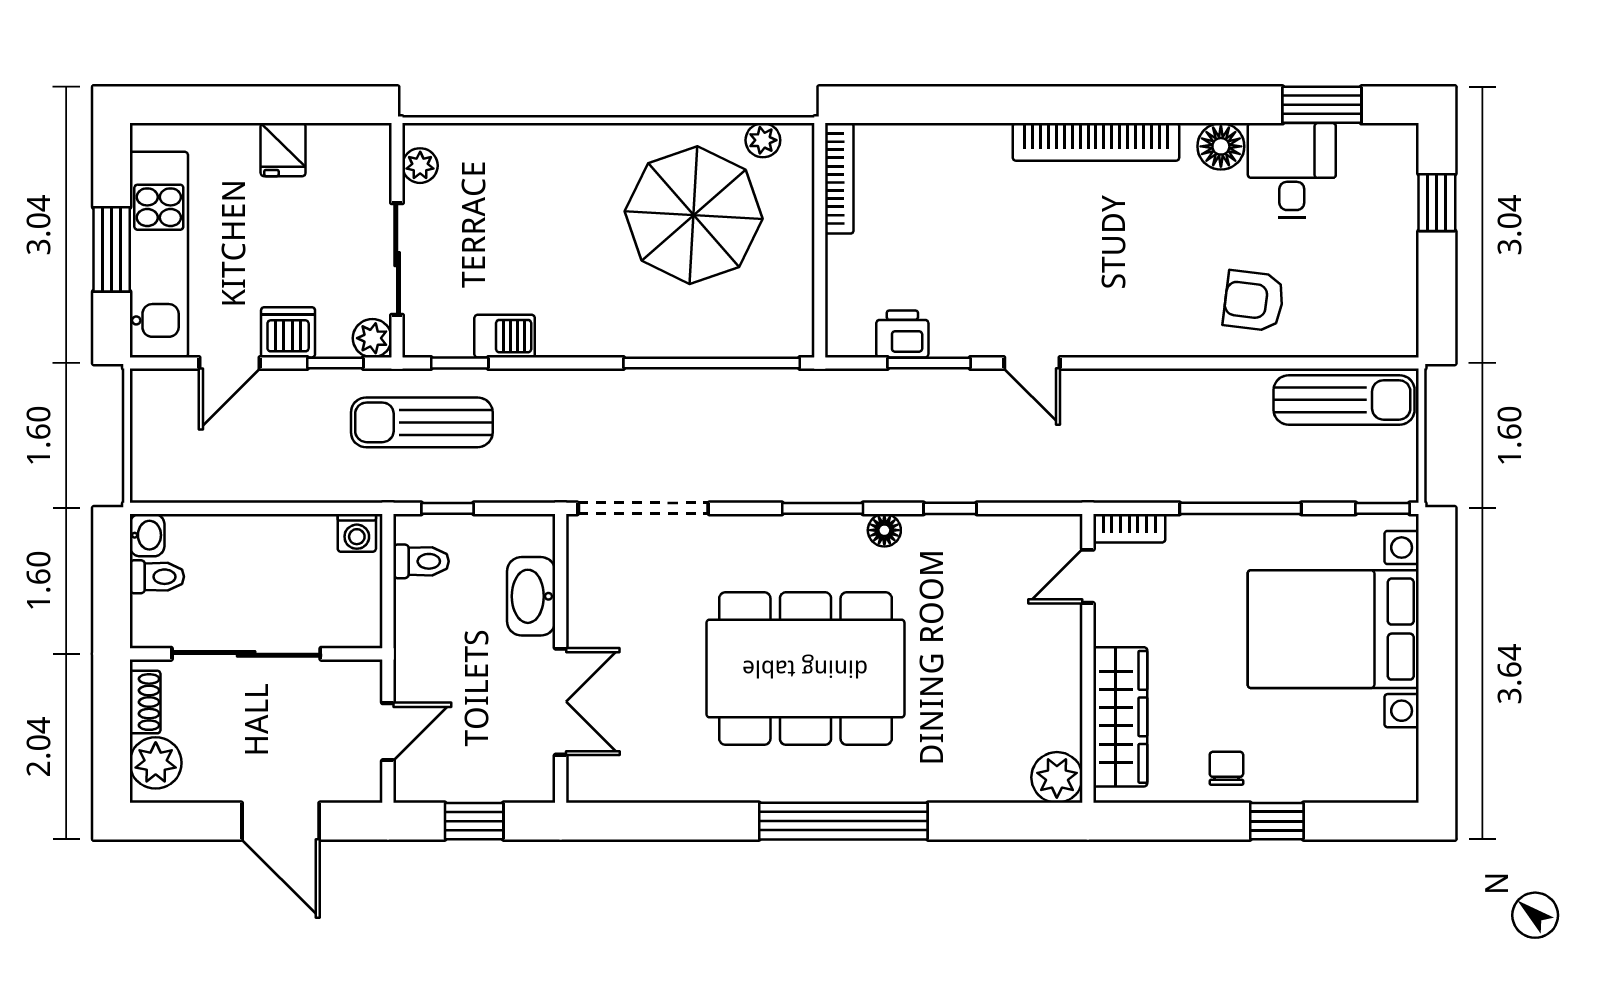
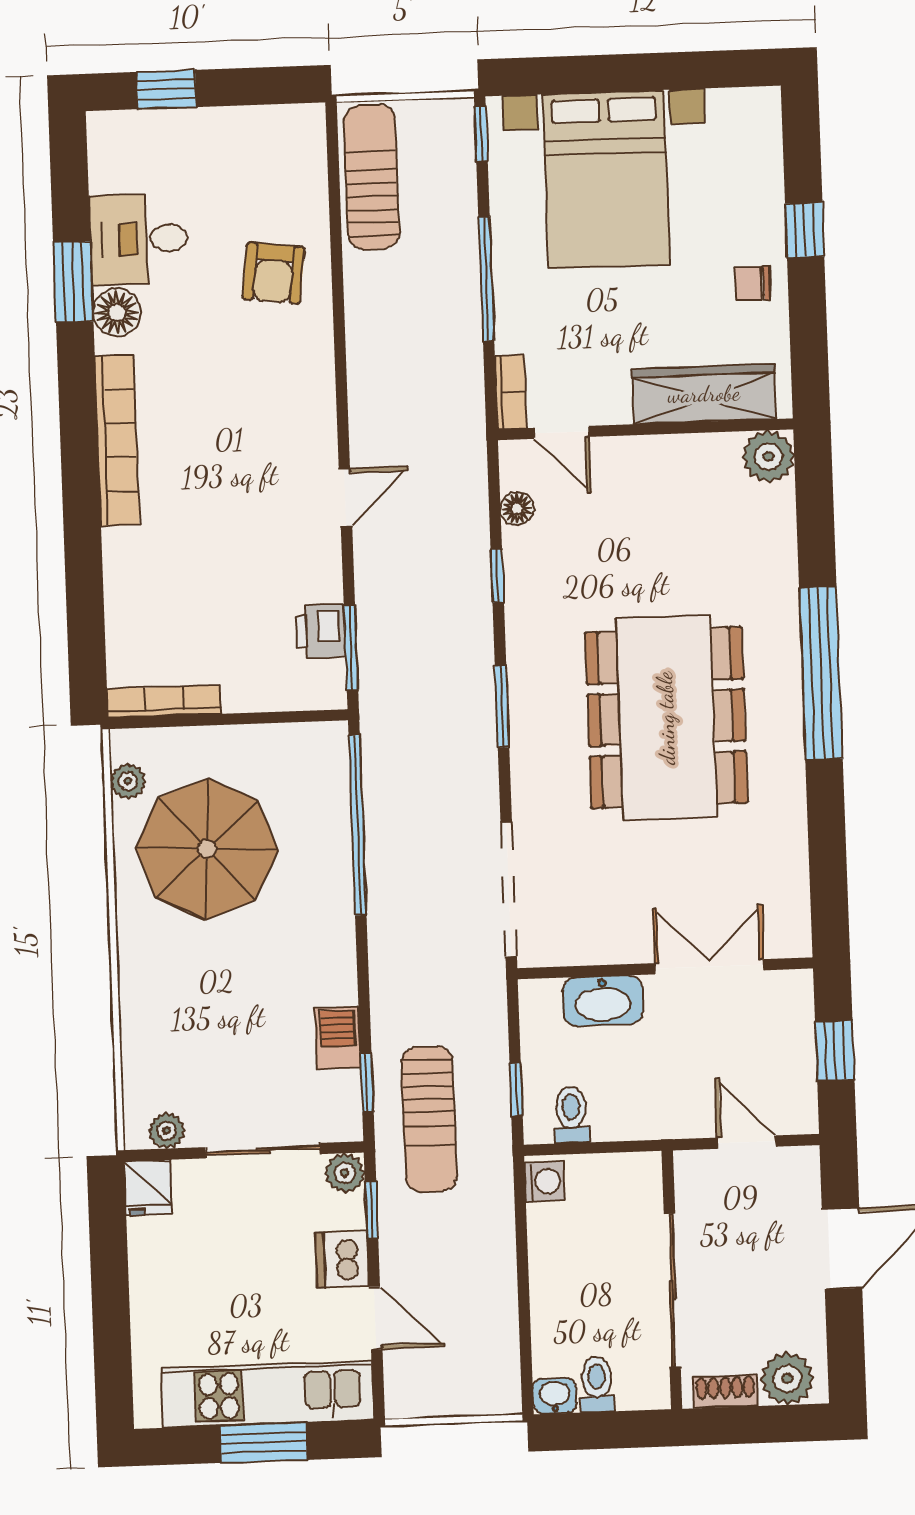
window: (1322, 105) -> (73, 282), moved
fridge: (283, 150) -> (148, 1188), moved, turned 90
window: (929, 363) -> (351, 648), moved
floor lamp: (884, 530) -> (517, 509), moved

